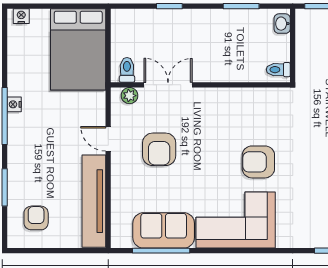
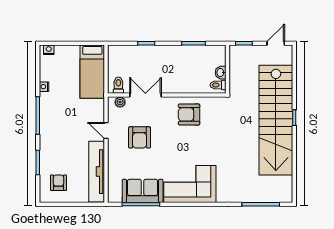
washbasin: (282, 24) -> (221, 73), moved
bed: (78, 49) -> (92, 72), width x0.67
nightstand: (14, 104) -> (44, 87), moved
armchair: (258, 162) -> (189, 114), moved

